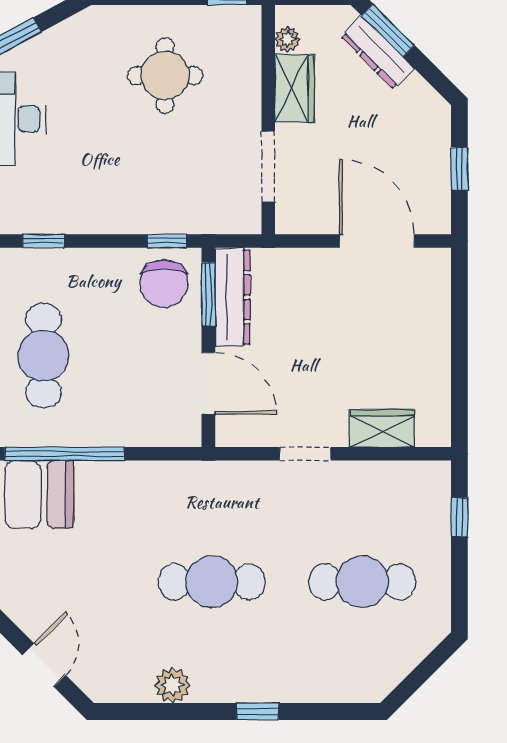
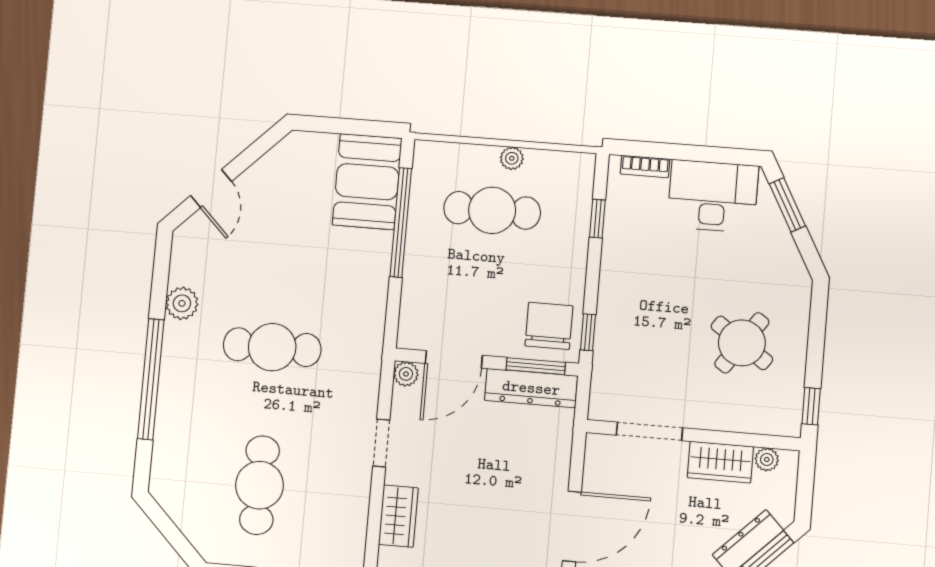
round table: (165, 75) -> (742, 343), turned 35
chair: (164, 284) -> (549, 326), turned 90
plant: (229, 434) -> (406, 374), added
cafe table: (212, 582) -> (272, 347), turned 90
door: (44, 665) -> (211, 189), hinge flipped
window: (258, 712) -> (151, 379), width x3.17

